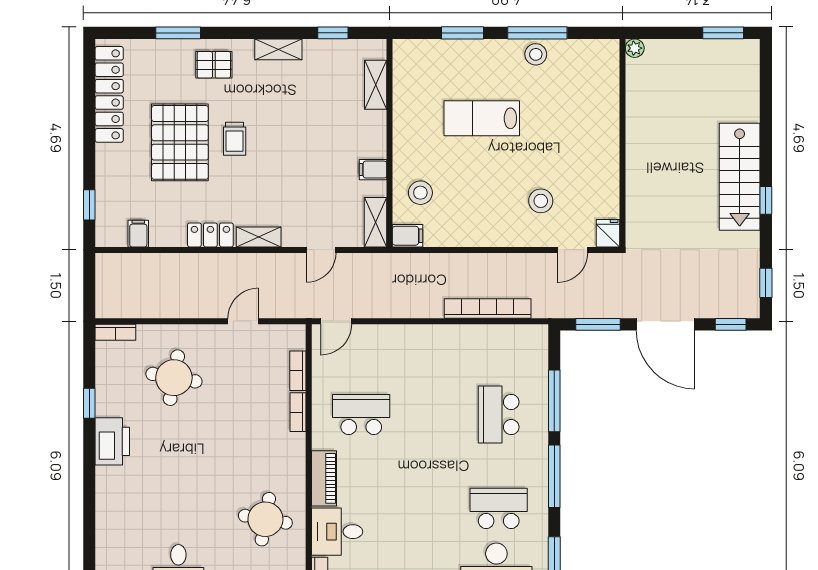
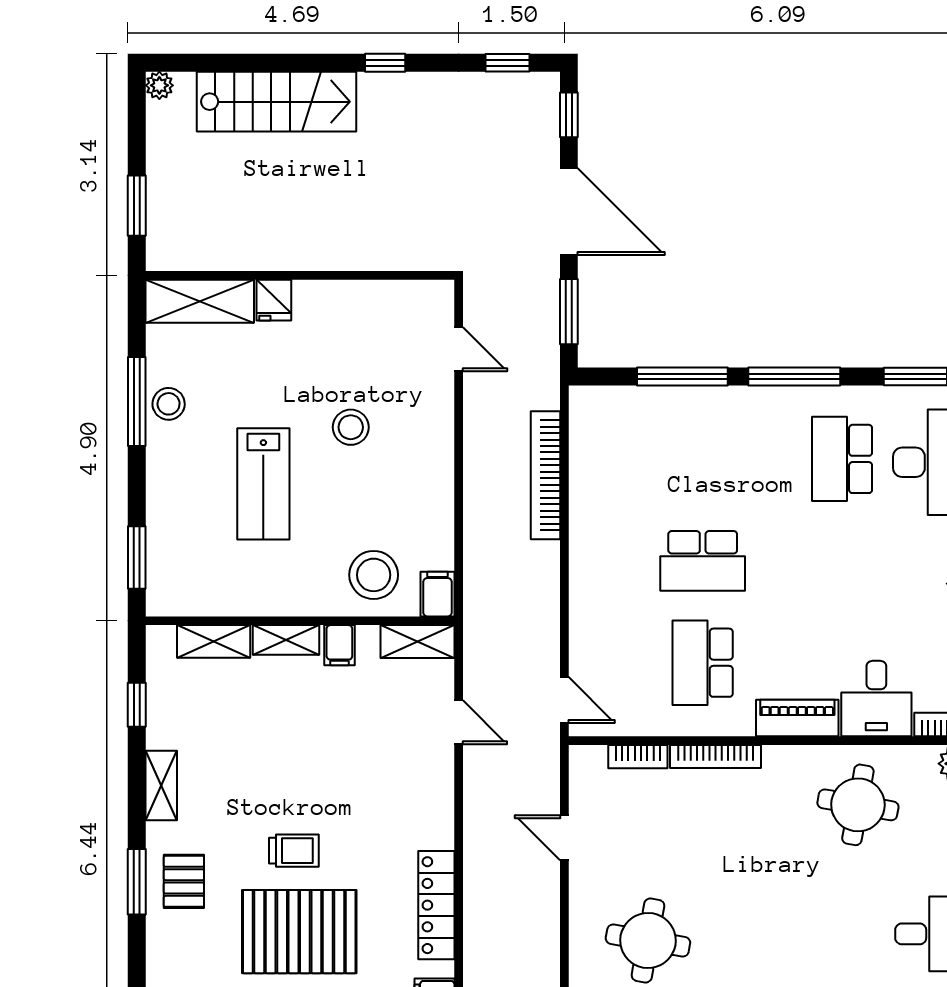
window: (178, 33) -> (137, 882), moved
window: (463, 33) -> (137, 557), moved
window: (723, 33) -> (137, 206), moved
plant: (635, 48) -> (159, 85), moved
shelving: (605, 75) -> (200, 301), added
stairs: (740, 177) -> (277, 102), moved
stool: (420, 193) -> (374, 575), width x1.38, depth x1.38
stool: (541, 201) -> (351, 427), moved
fridge: (608, 233) -> (274, 300), moved, turned -90
locker: (210, 235) -> (436, 905), width x1.53
shelving: (259, 237) -> (286, 640), moved, turned 90
door: (665, 324) -> (569, 212), hinge flipped
bookcase: (298, 412) -> (715, 756), width x1.56
school desk: (499, 415) -> (703, 561), moved

